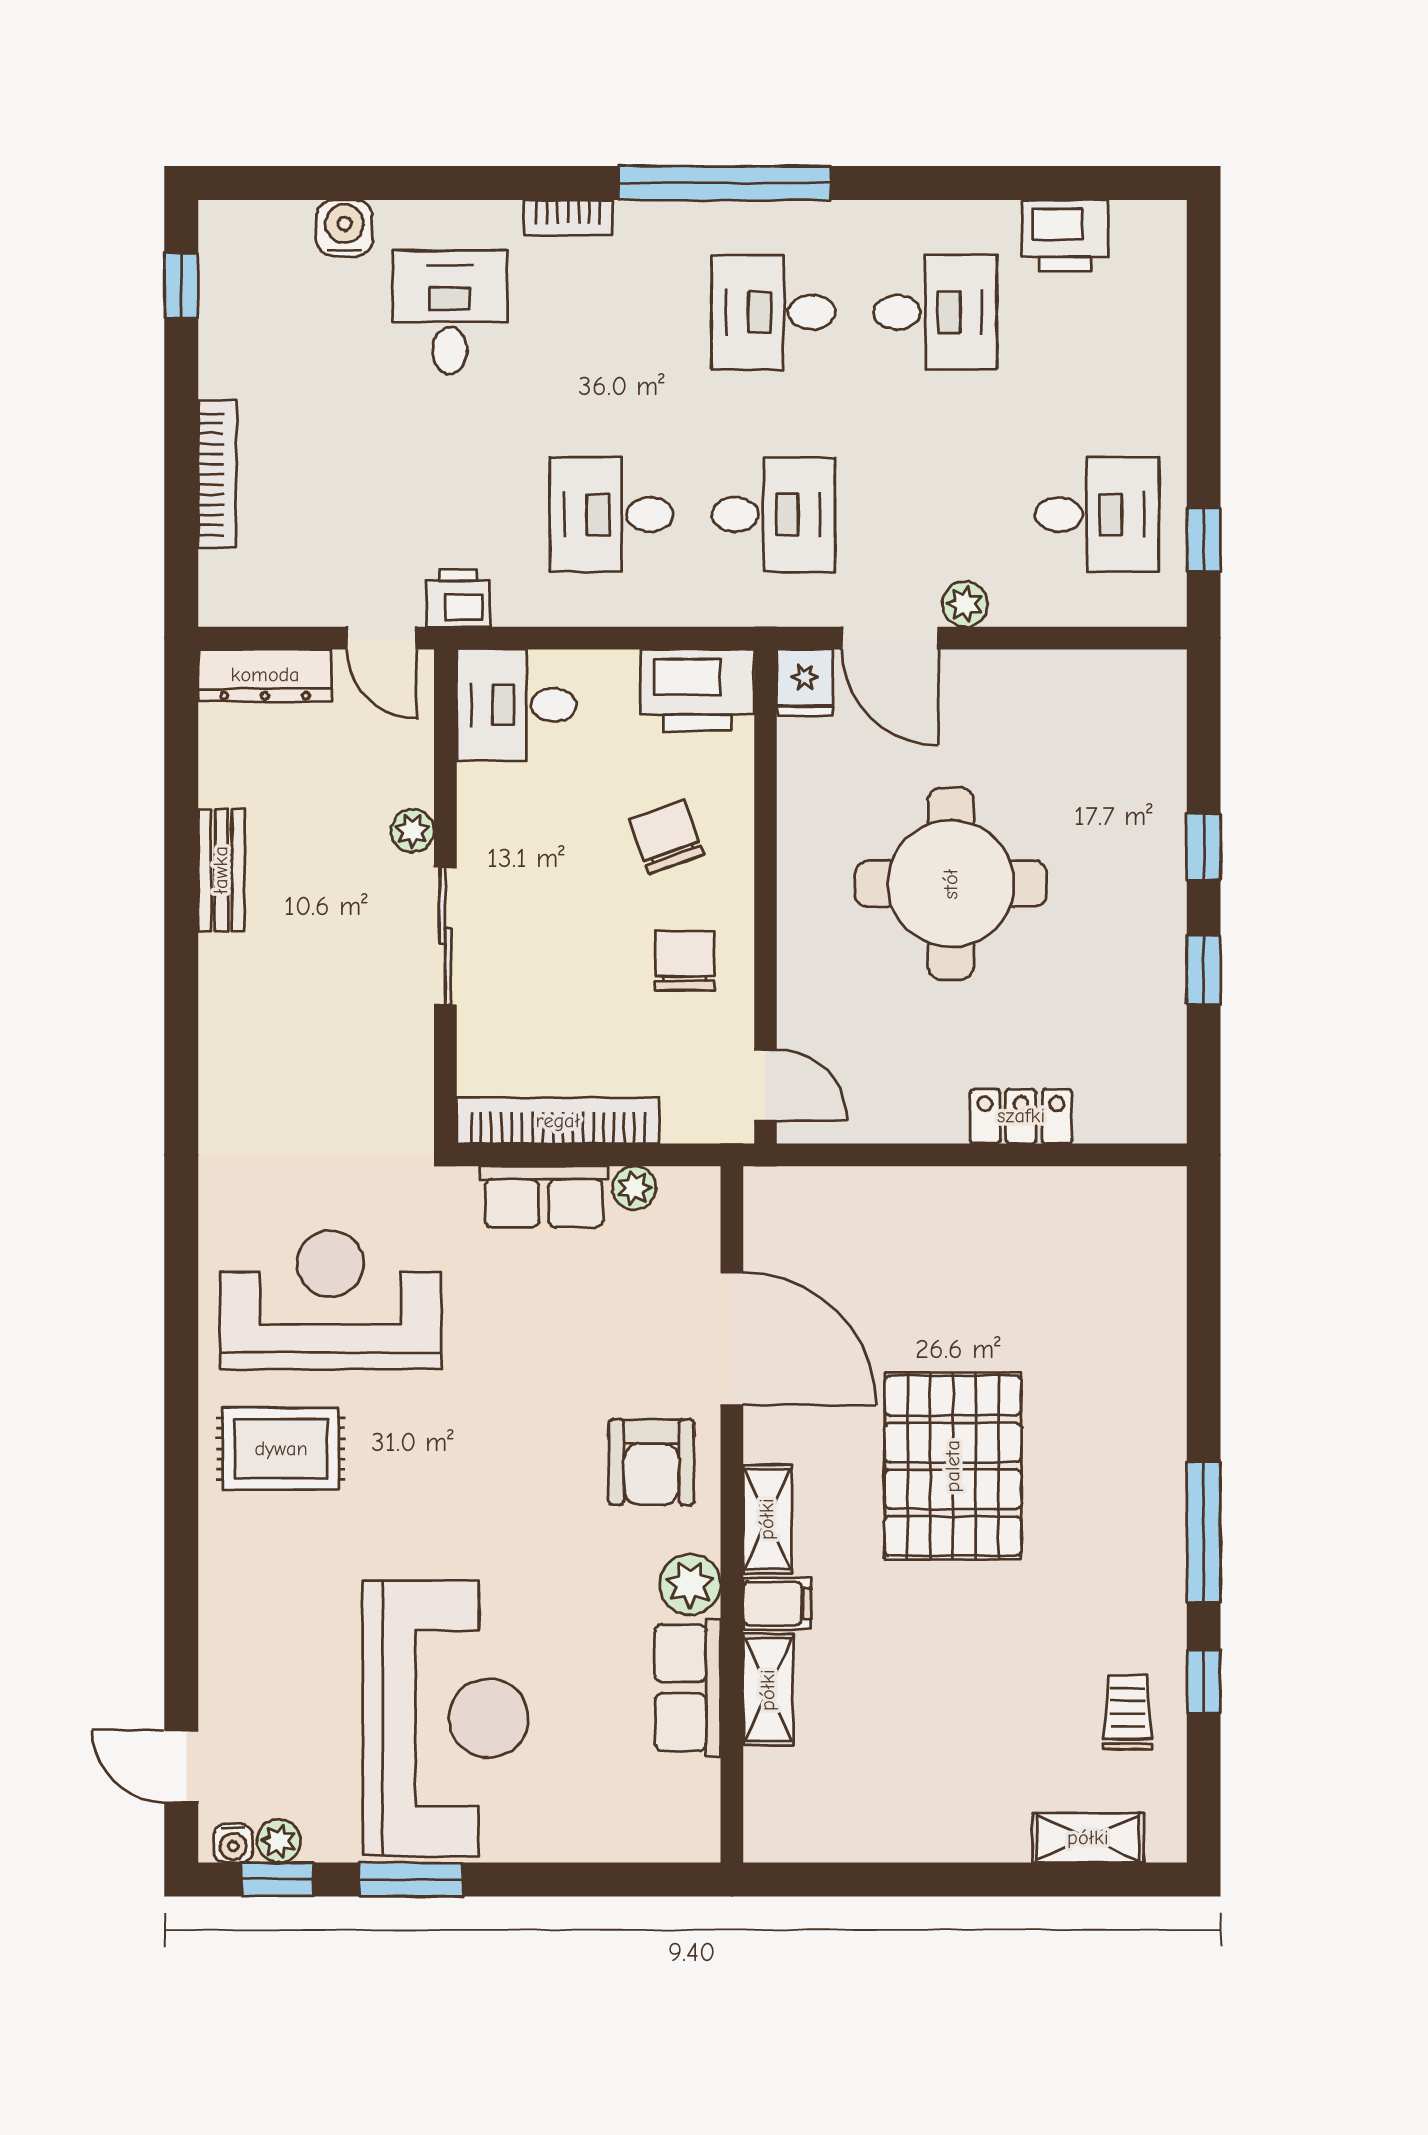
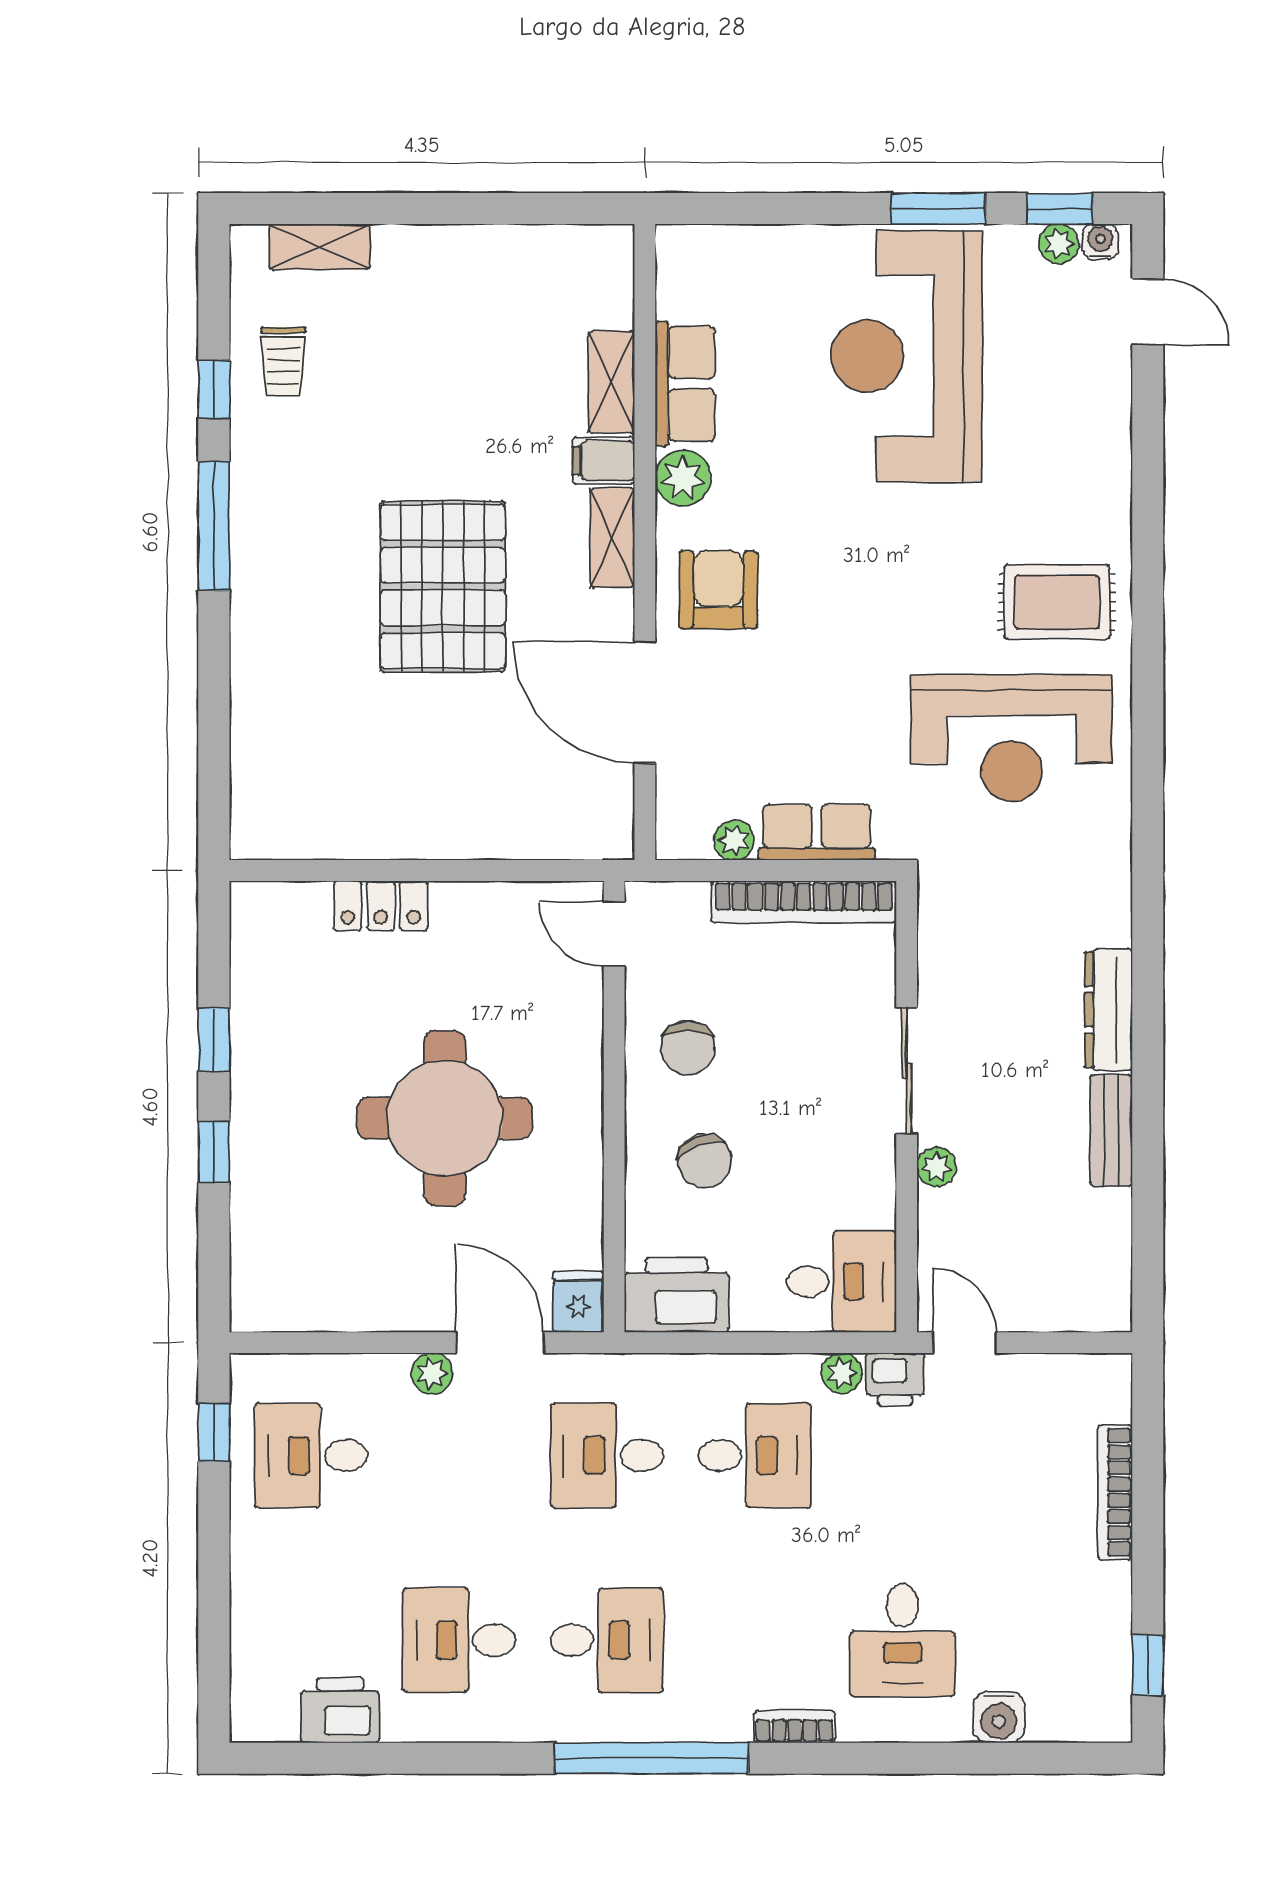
plant: (516, 605) -> (842, 1373), added
dresser: (265, 675) -> (1109, 1010), moved, turned -90

